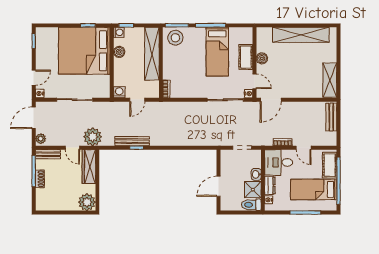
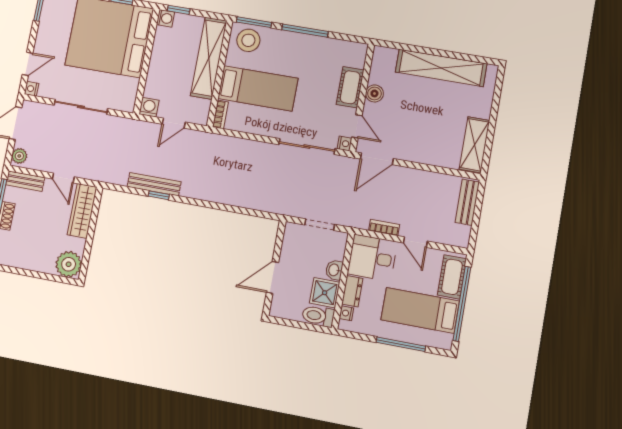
boiler: (119, 52) -> (160, 47), removed
bed: (217, 52) -> (258, 88), moved, turned -90
plant: (93, 137) -> (96, 167), removed

